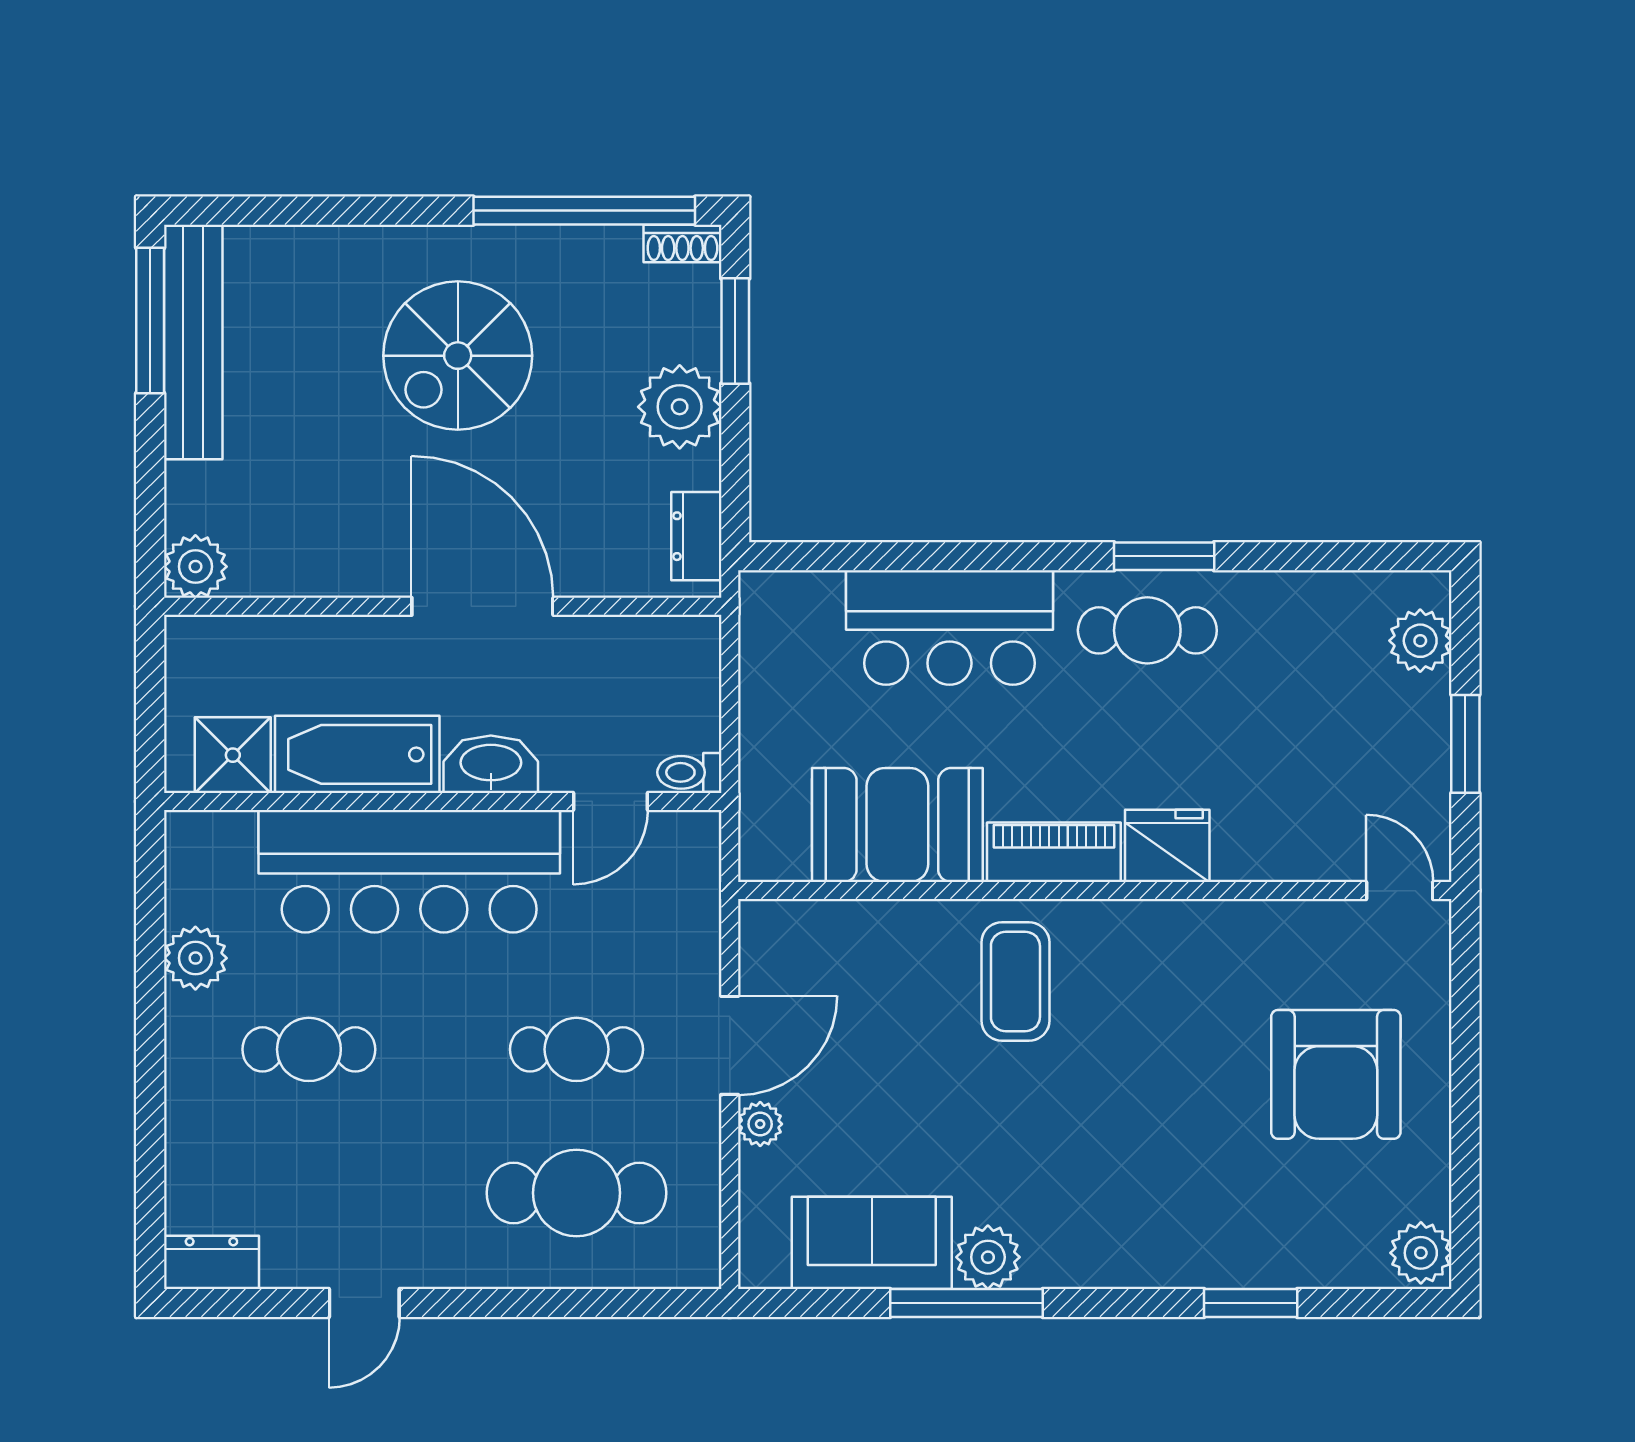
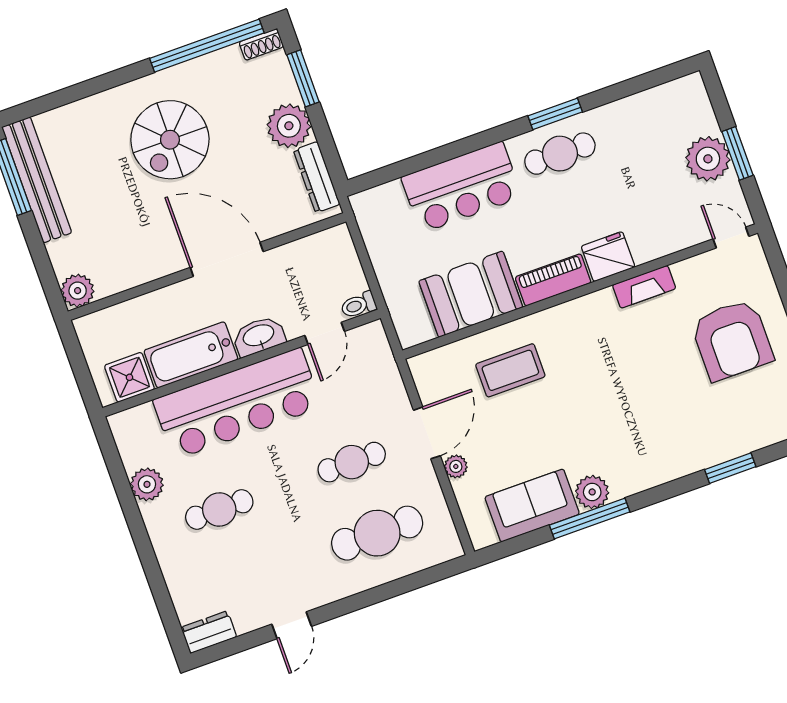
dresser: (696, 536) -> (317, 177), width x1.44
plant: (1420, 641) -> (708, 159), moved, width x1.36, depth x1.36
fireplace: (1213, 923) -> (644, 287), added
coffee table: (1015, 982) -> (510, 370), moved, turned 90

